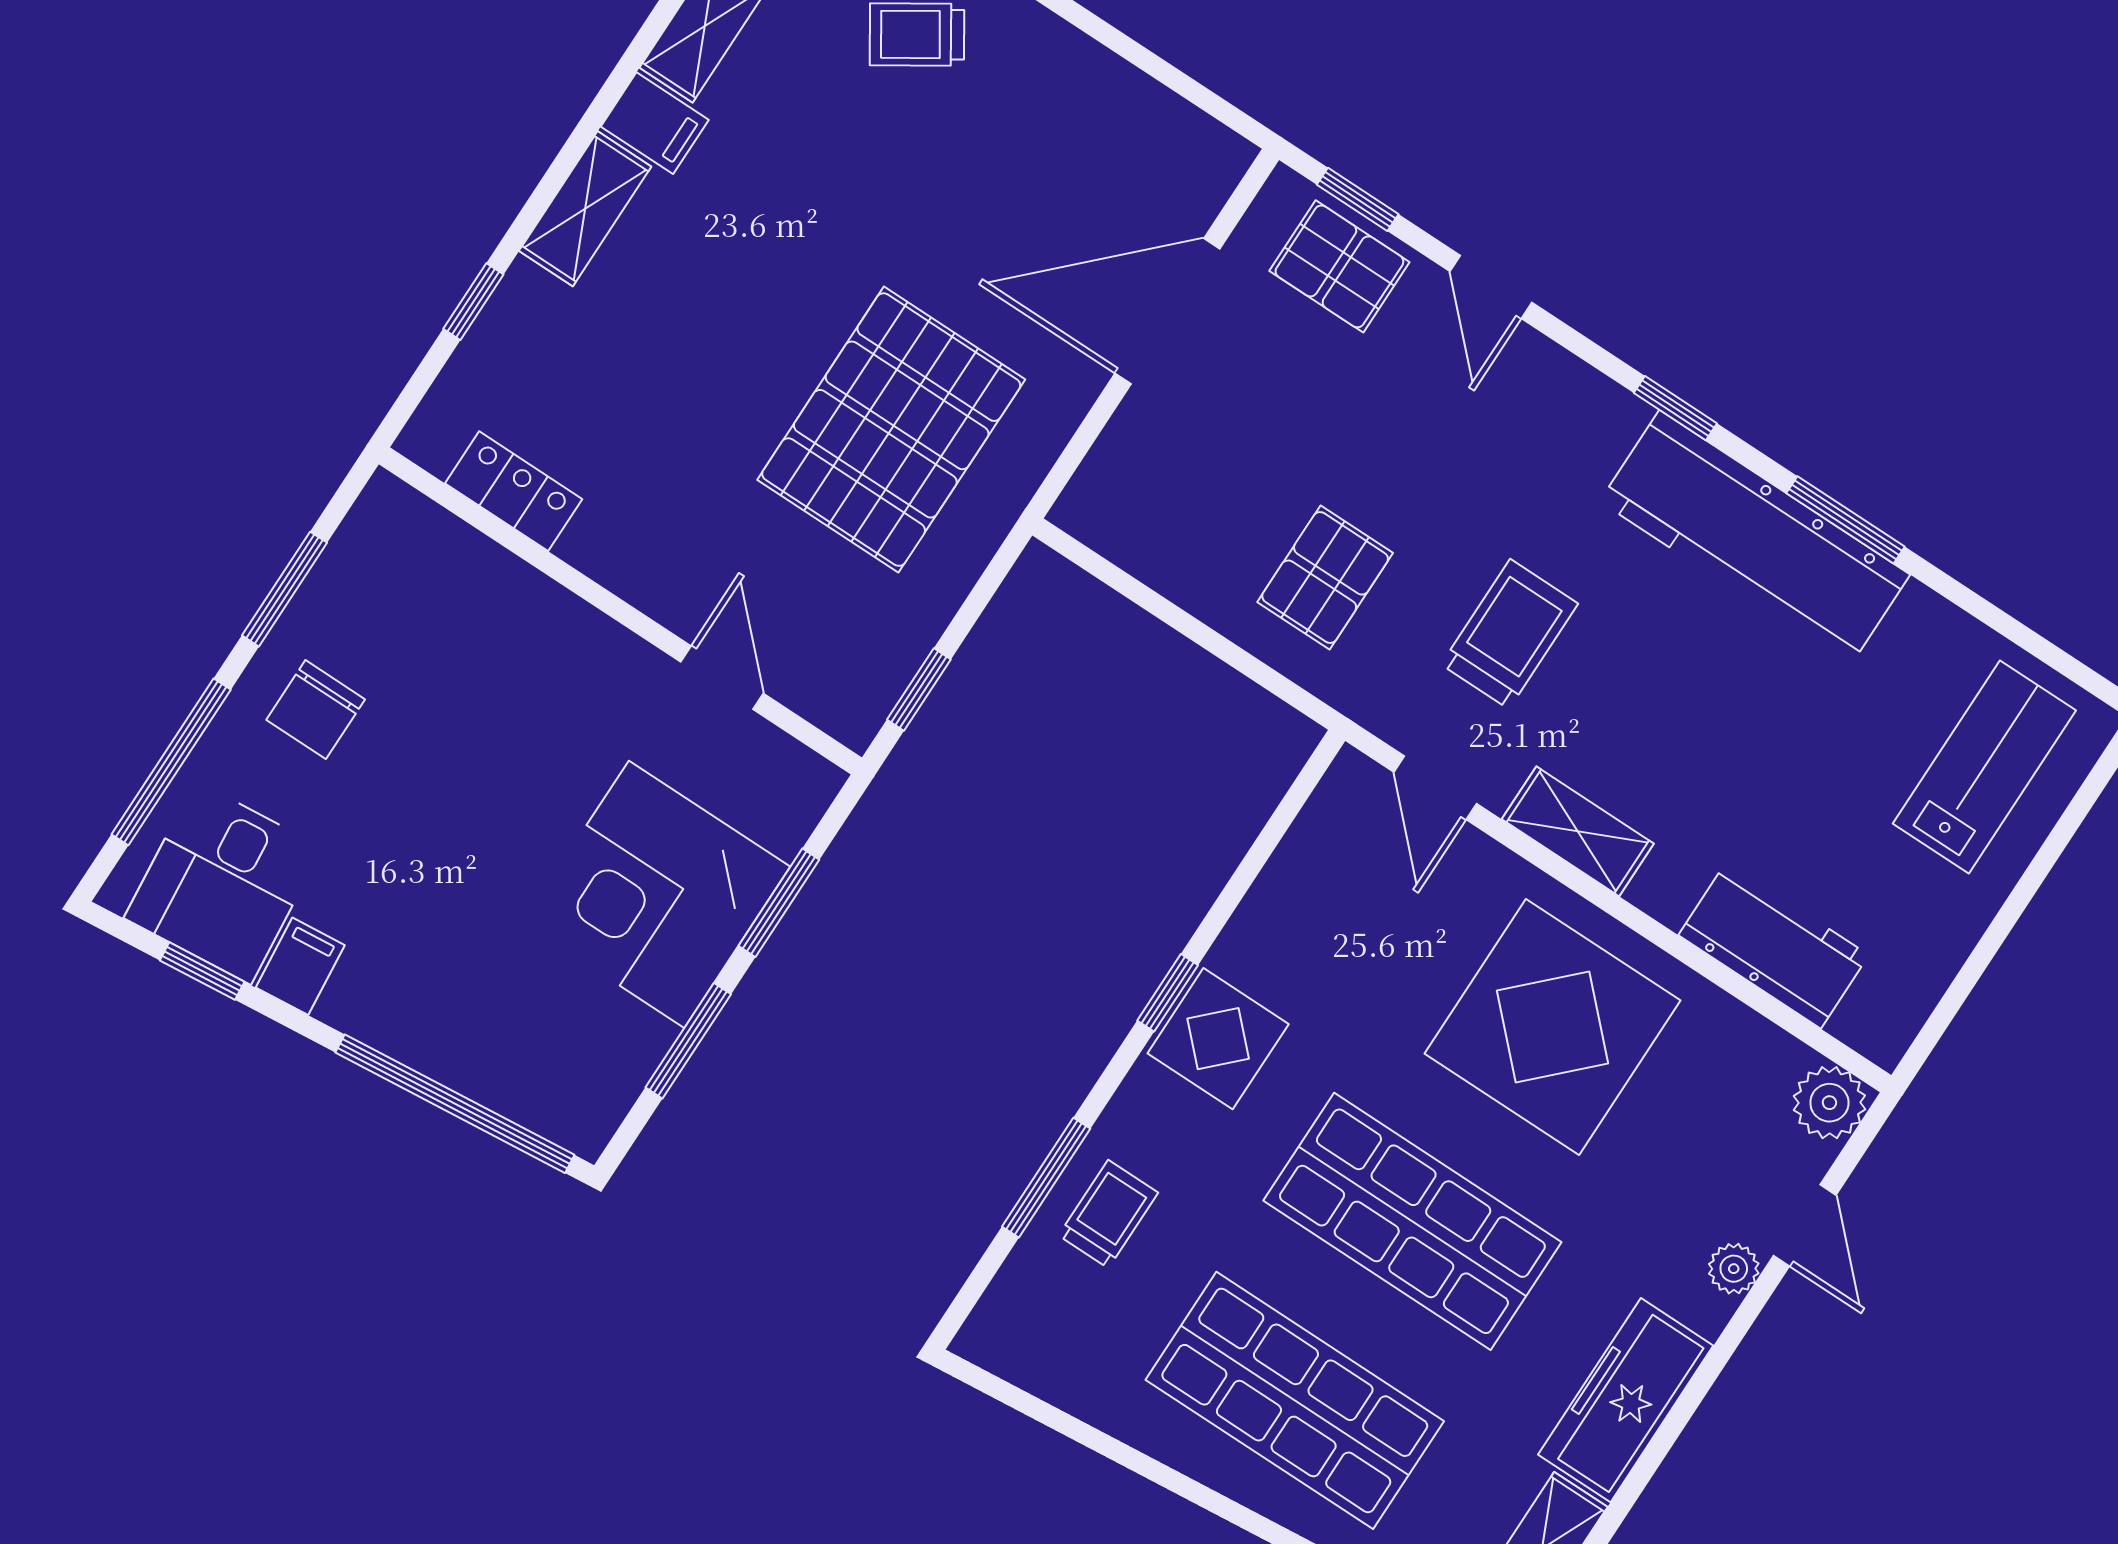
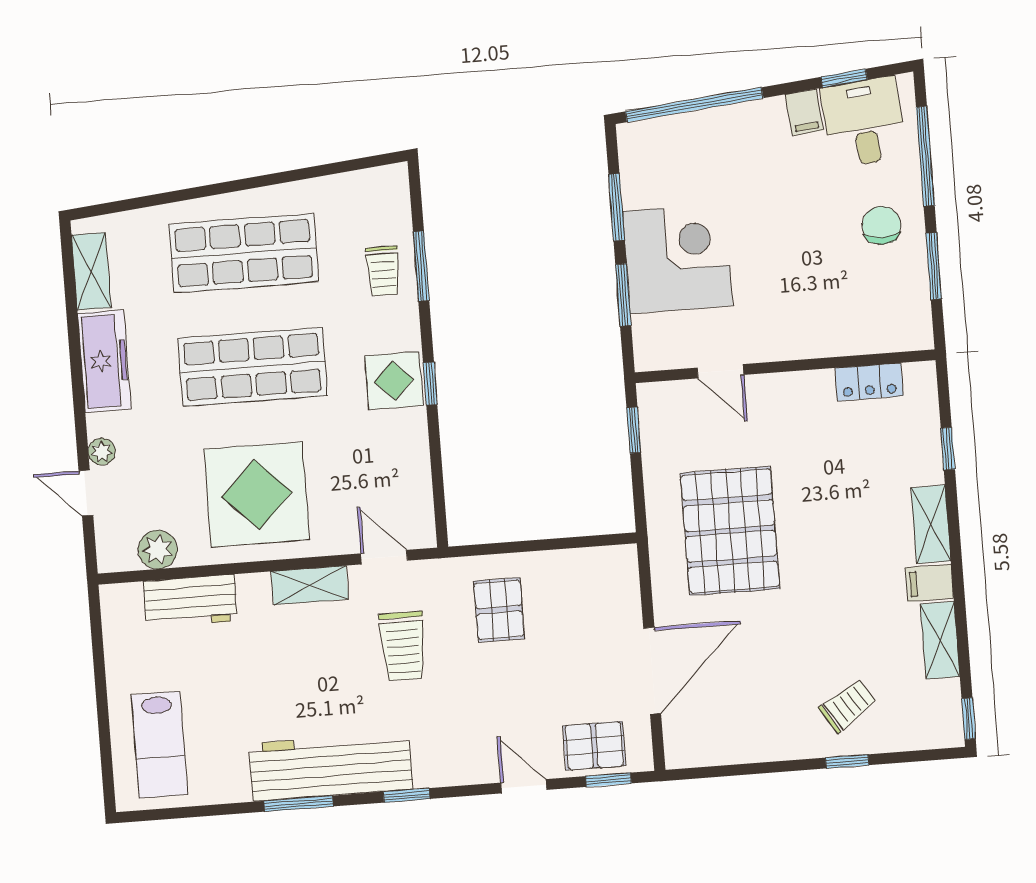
plant: (1829, 1103) -> (158, 550), moved

